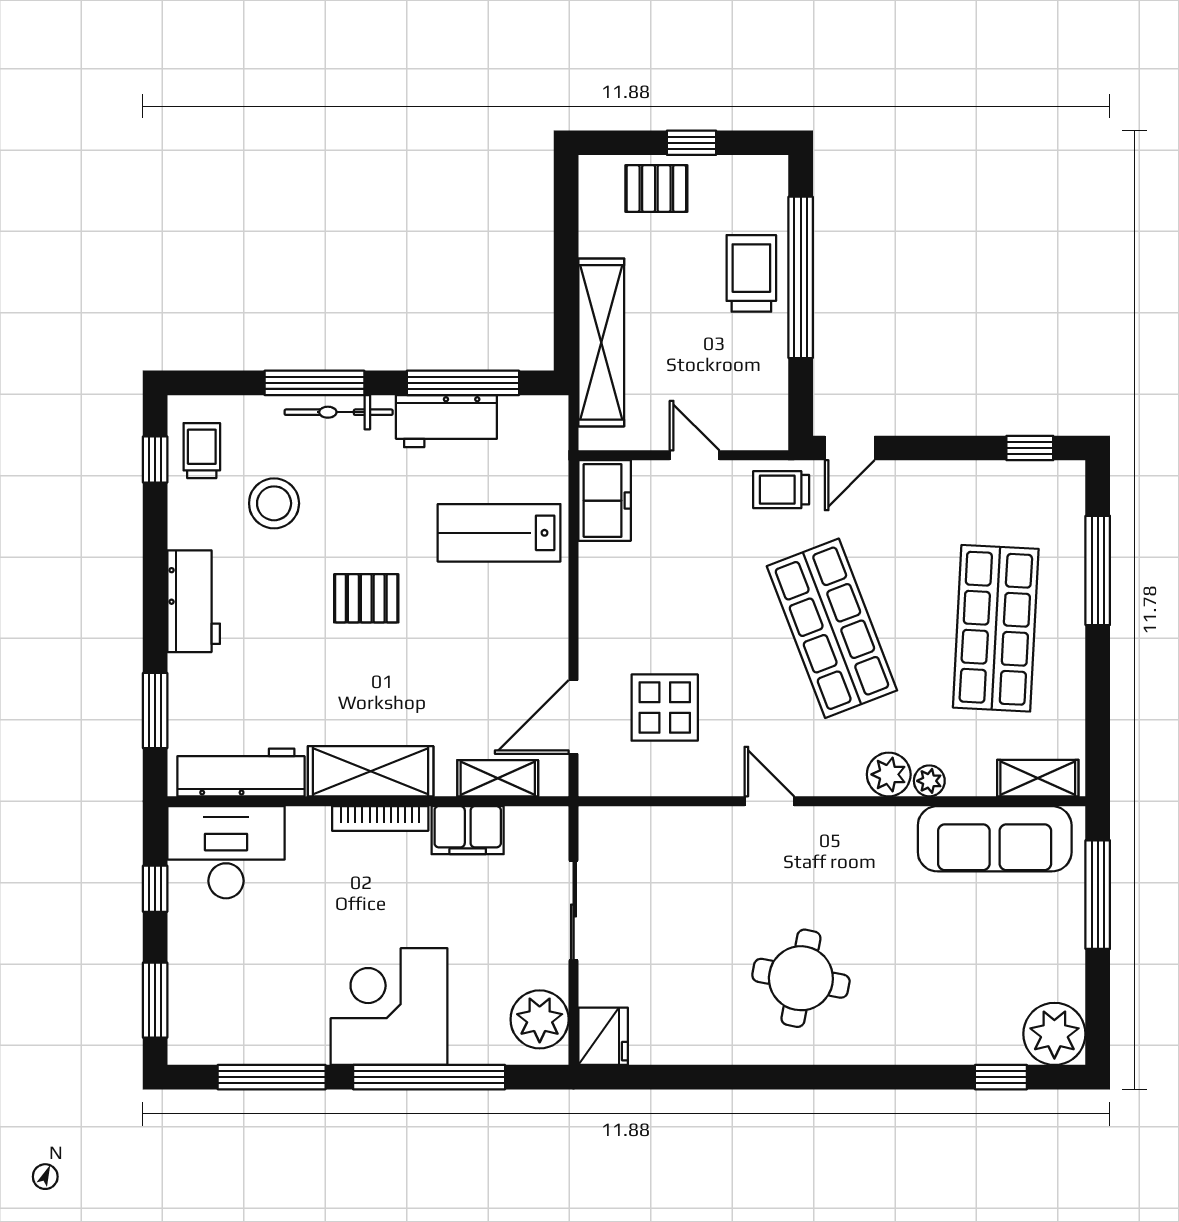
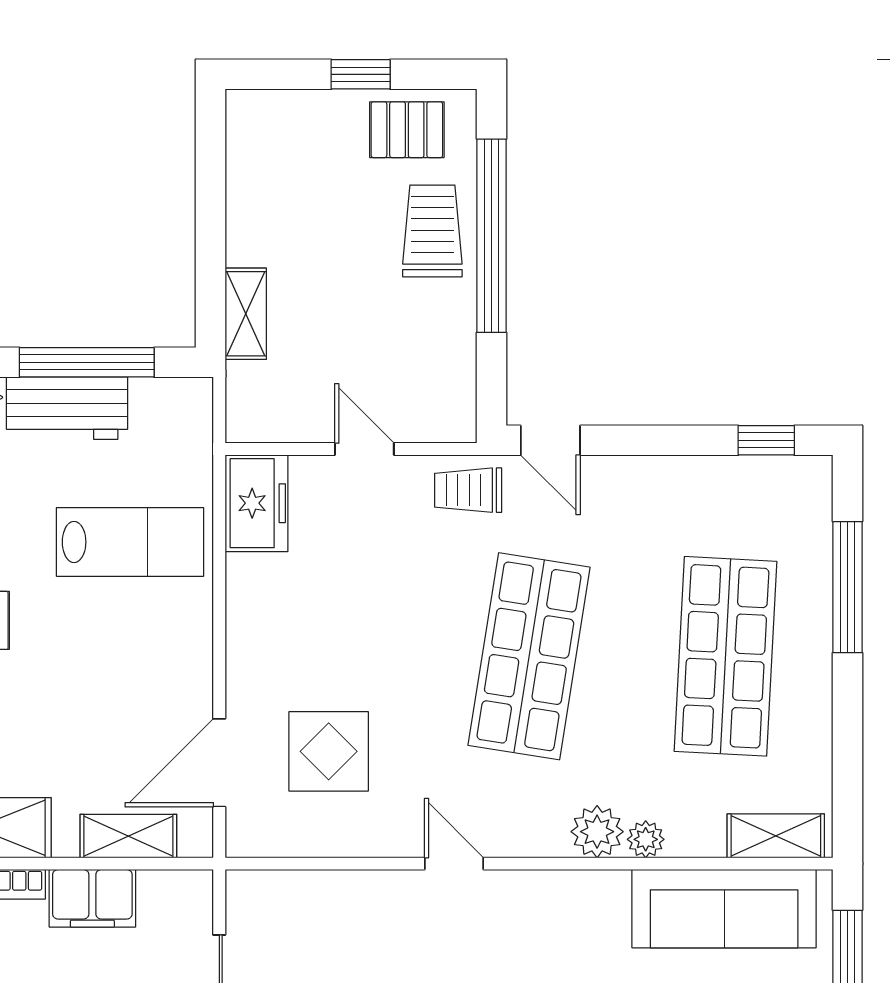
pallet: (656, 188) -> (407, 130), moved
shelving: (601, 342) -> (246, 314), width x0.45, depth x0.75
door: (850, 448) -> (550, 440), hinge flipped
lab bench: (499, 533) -> (130, 542), turned 180
shop shelf: (832, 628) -> (529, 656), turned 30

